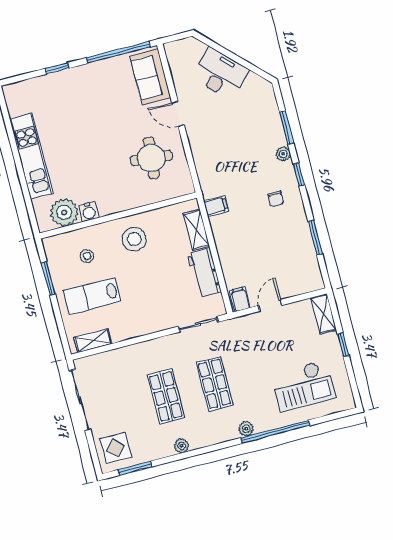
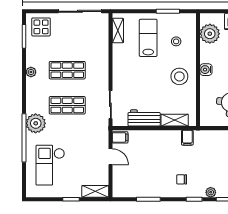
water cooler: (89, 212) -> (206, 70), moved
plant: (246, 429) -> (36, 123), width x1.88, depth x1.88

